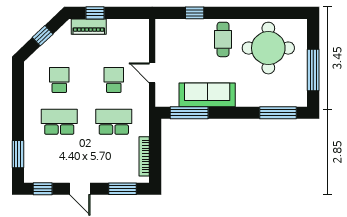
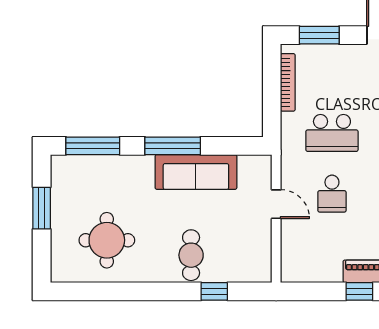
cafe table: (223, 39) -> (191, 255), moved
round table: (268, 48) -> (107, 240), width x0.73, depth x0.73
window: (313, 70) -> (42, 208), width x0.69
window: (189, 113) -> (173, 146), moved

